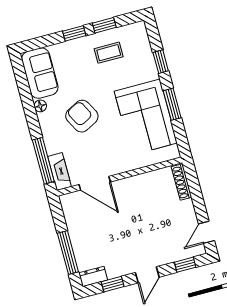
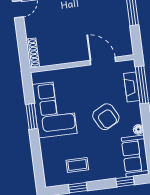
window: (74, 33) -> (125, 182), moved
window: (161, 62) -> (36, 152), removed
fireplace: (59, 172) -> (132, 87), moved

